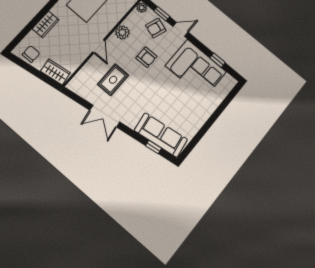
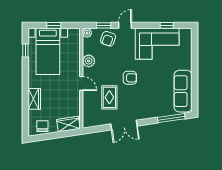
armchair: (146, 57) -> (130, 78), moved
sofa: (161, 135) -> (183, 91), moved, turned -82
window: (153, 147) -> (171, 118), width x2.17

